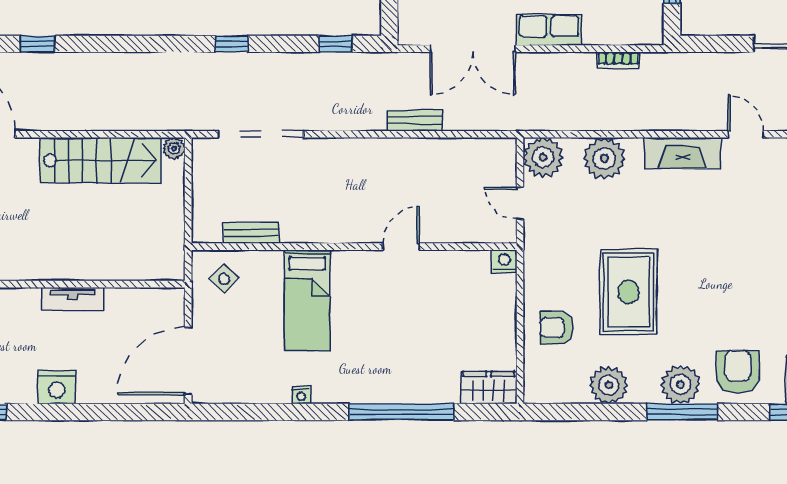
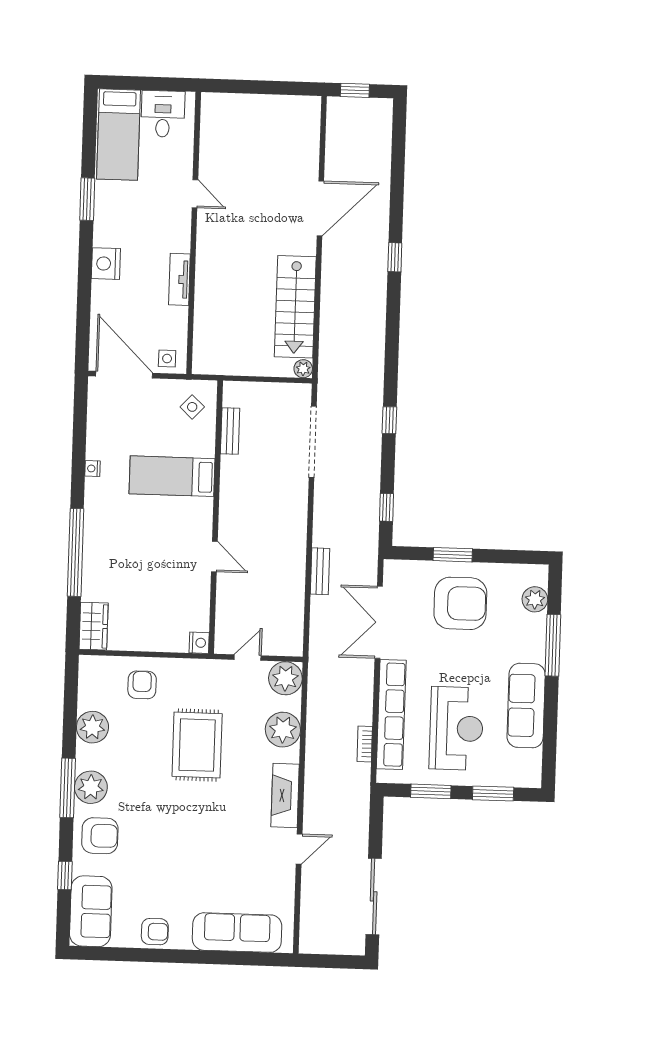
row of seats: (549, 30) -> (391, 715), width x2.02
rug: (628, 292) -> (197, 745), moved, turned 90
side table: (167, 311) -> (167, 359), added

